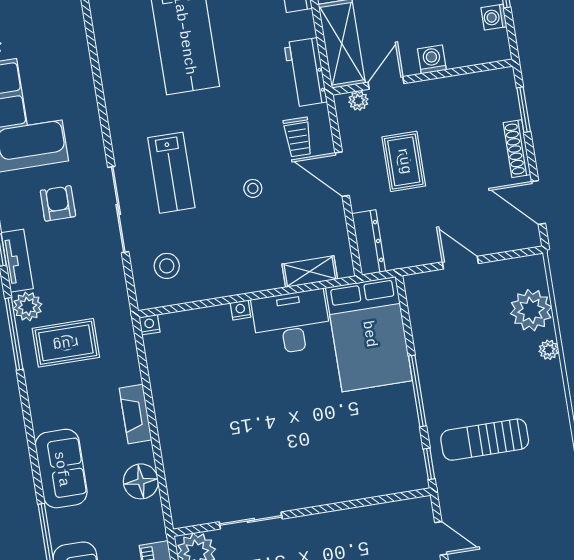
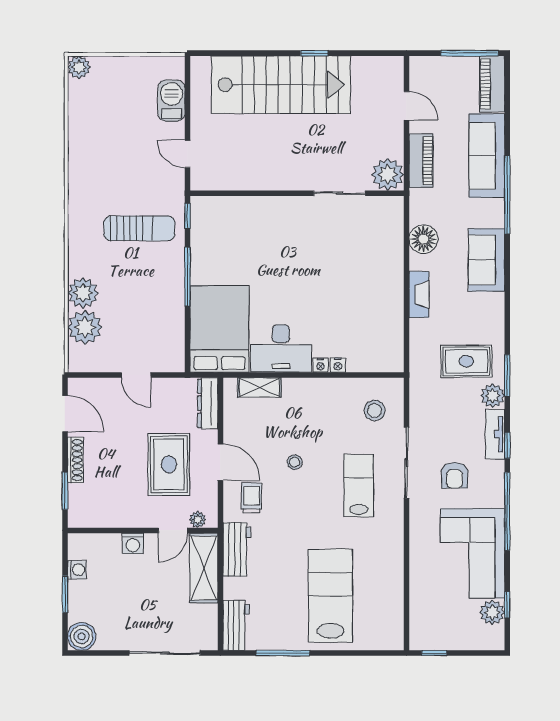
rug: (404, 161) -> (169, 464), width x1.36, depth x1.43
nightstand: (149, 325) -> (338, 365), moved
window: (14, 334) -> (507, 375), width x0.69
plant: (549, 350) -> (83, 293), width x1.88, depth x1.88

